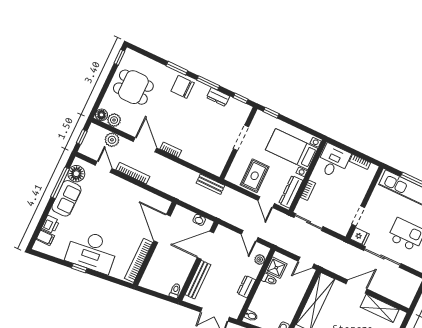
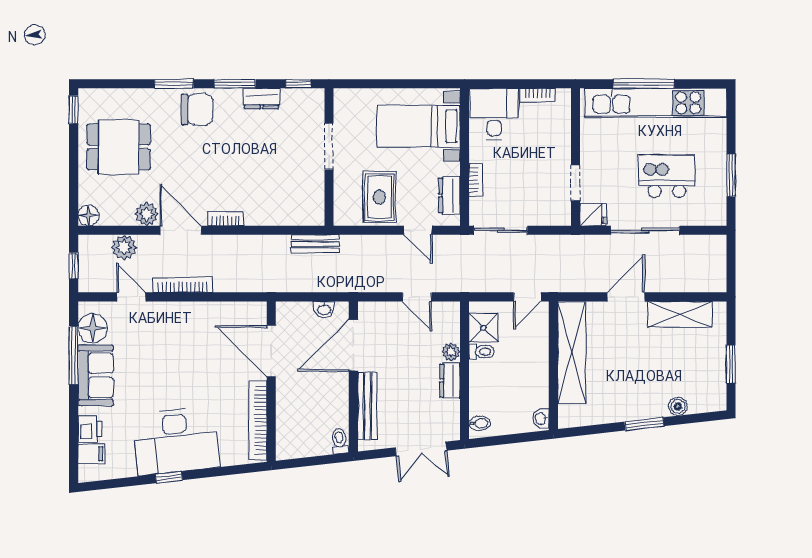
chair: (183, 87) -> (197, 109), turned 180
window: (271, 113) -> (358, 84), removed
plant: (114, 120) -> (147, 214), moved
dresser: (291, 192) -> (449, 195), width x0.70
plant: (260, 260) -> (451, 352), moved

